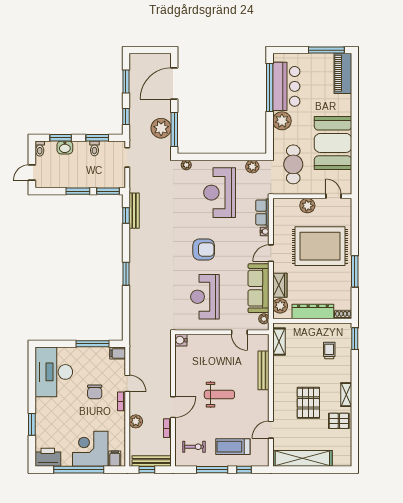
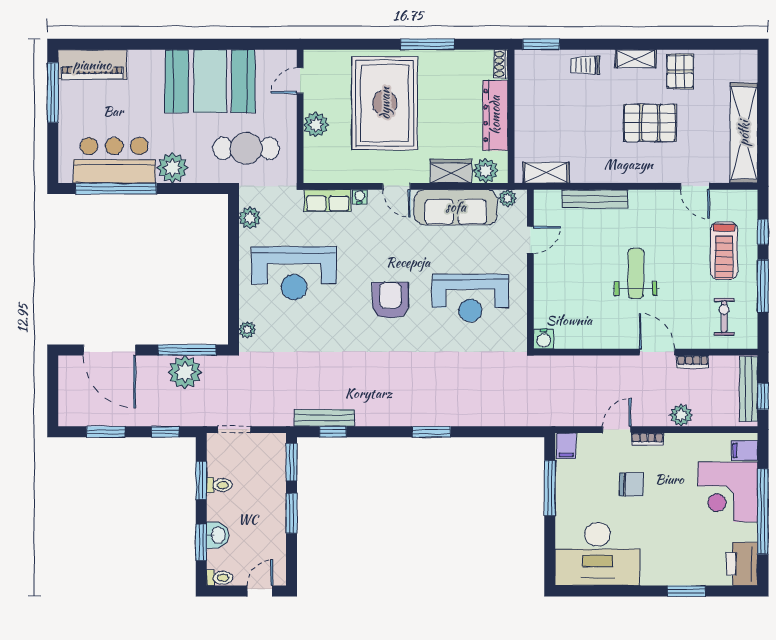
door: (32, 172) -> (260, 591), swing flipped
trolley: (329, 350) -> (585, 65), moved

